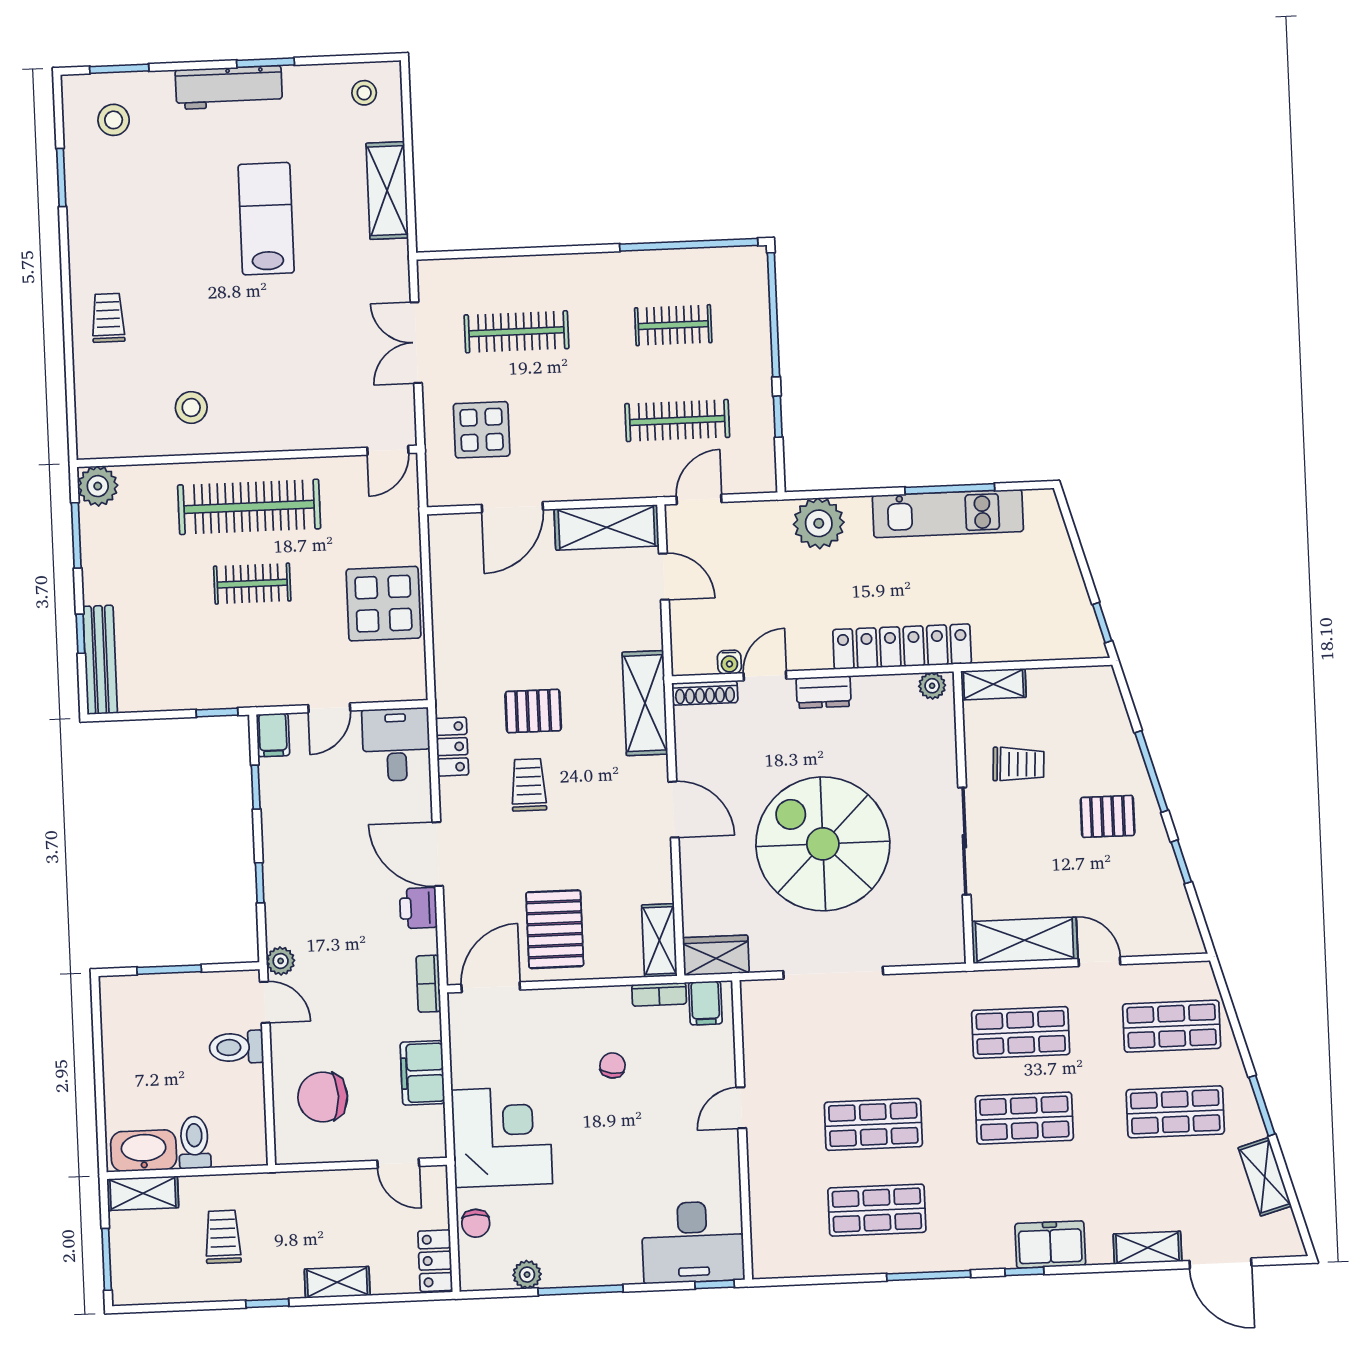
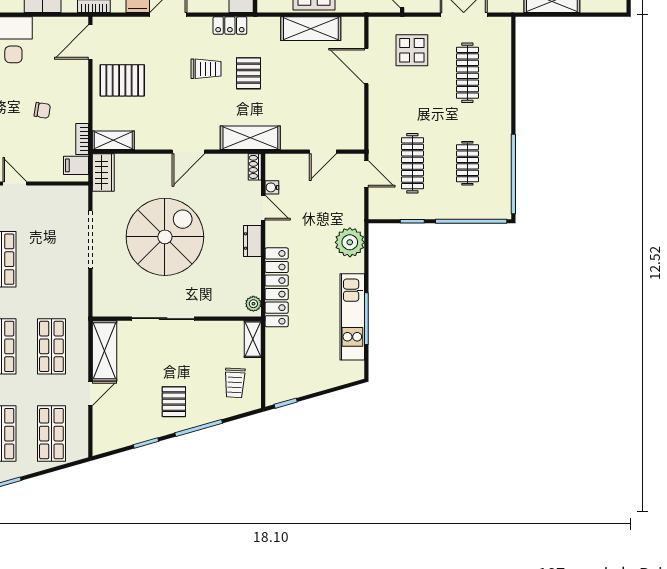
shelving: (607, 527) -> (311, 29), moved, turned 90
shoe rack: (705, 693) -> (255, 167), width x0.70
trolley: (1019, 764) -> (235, 383), moved
door: (491, 987) -> (90, 42), swing flipped

